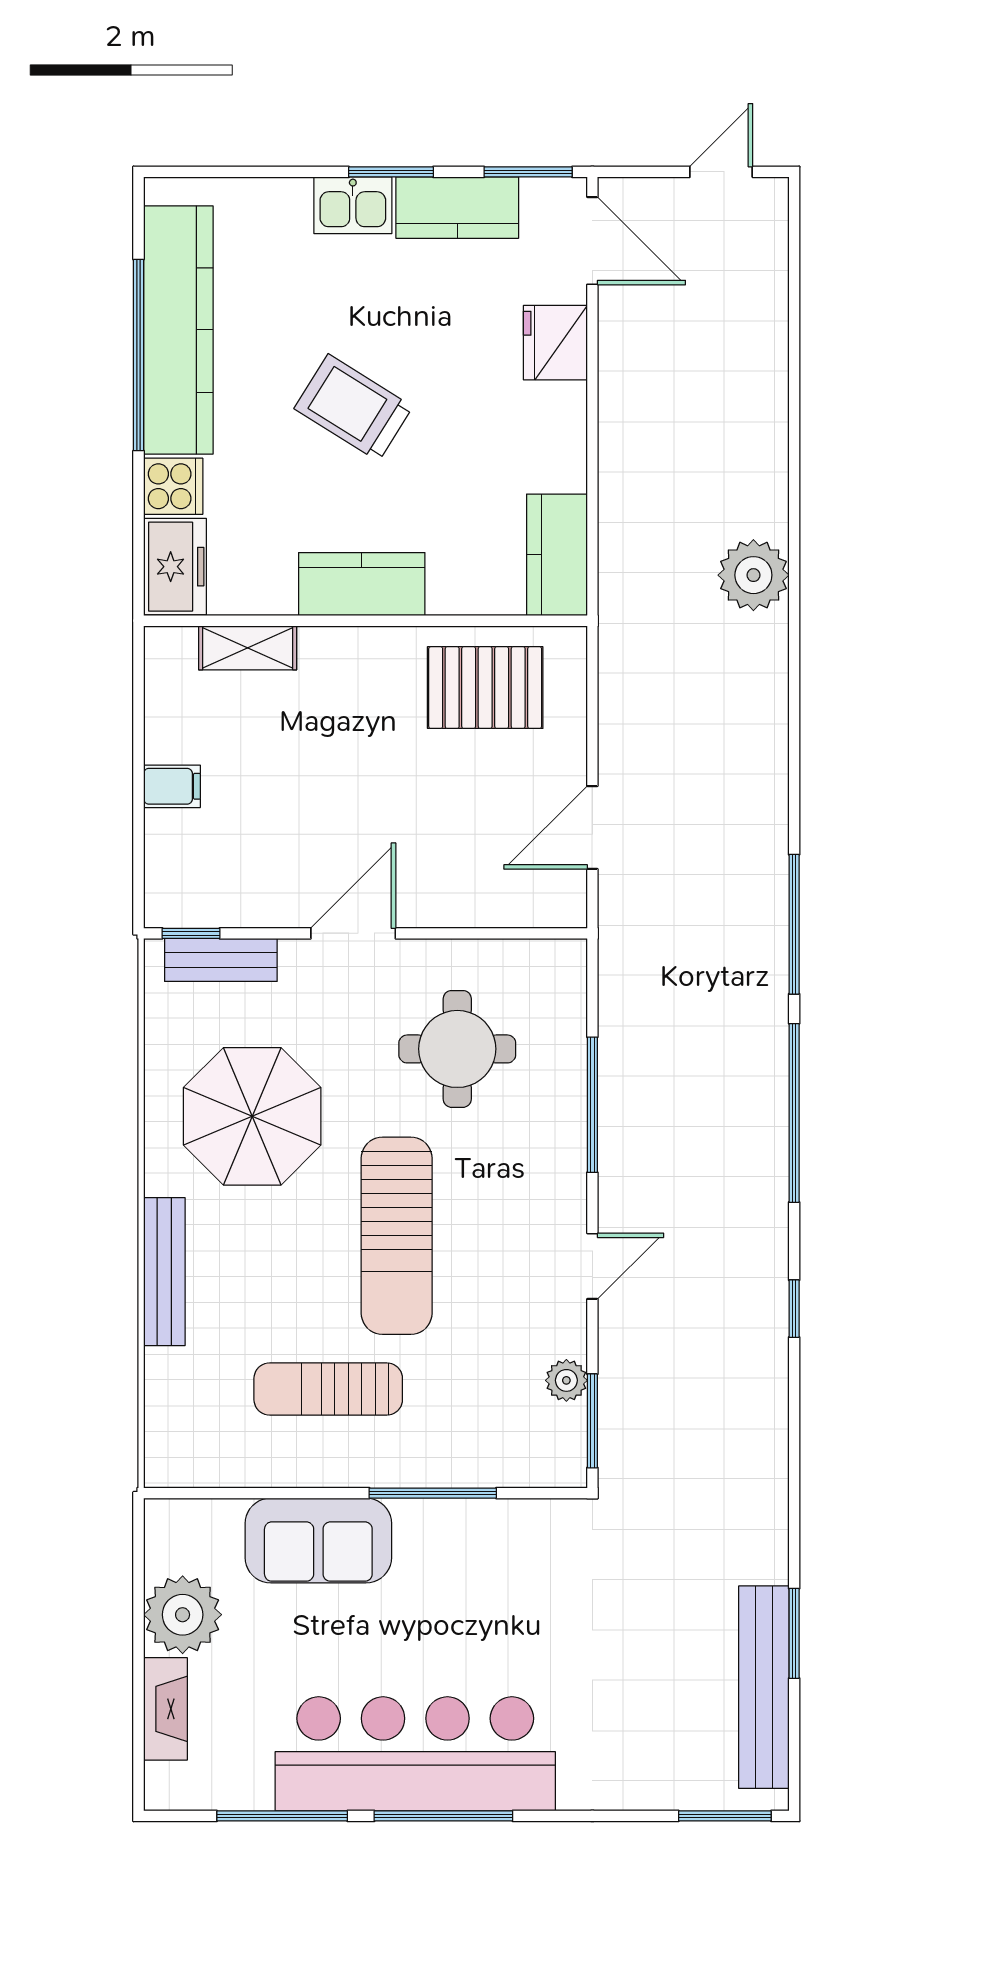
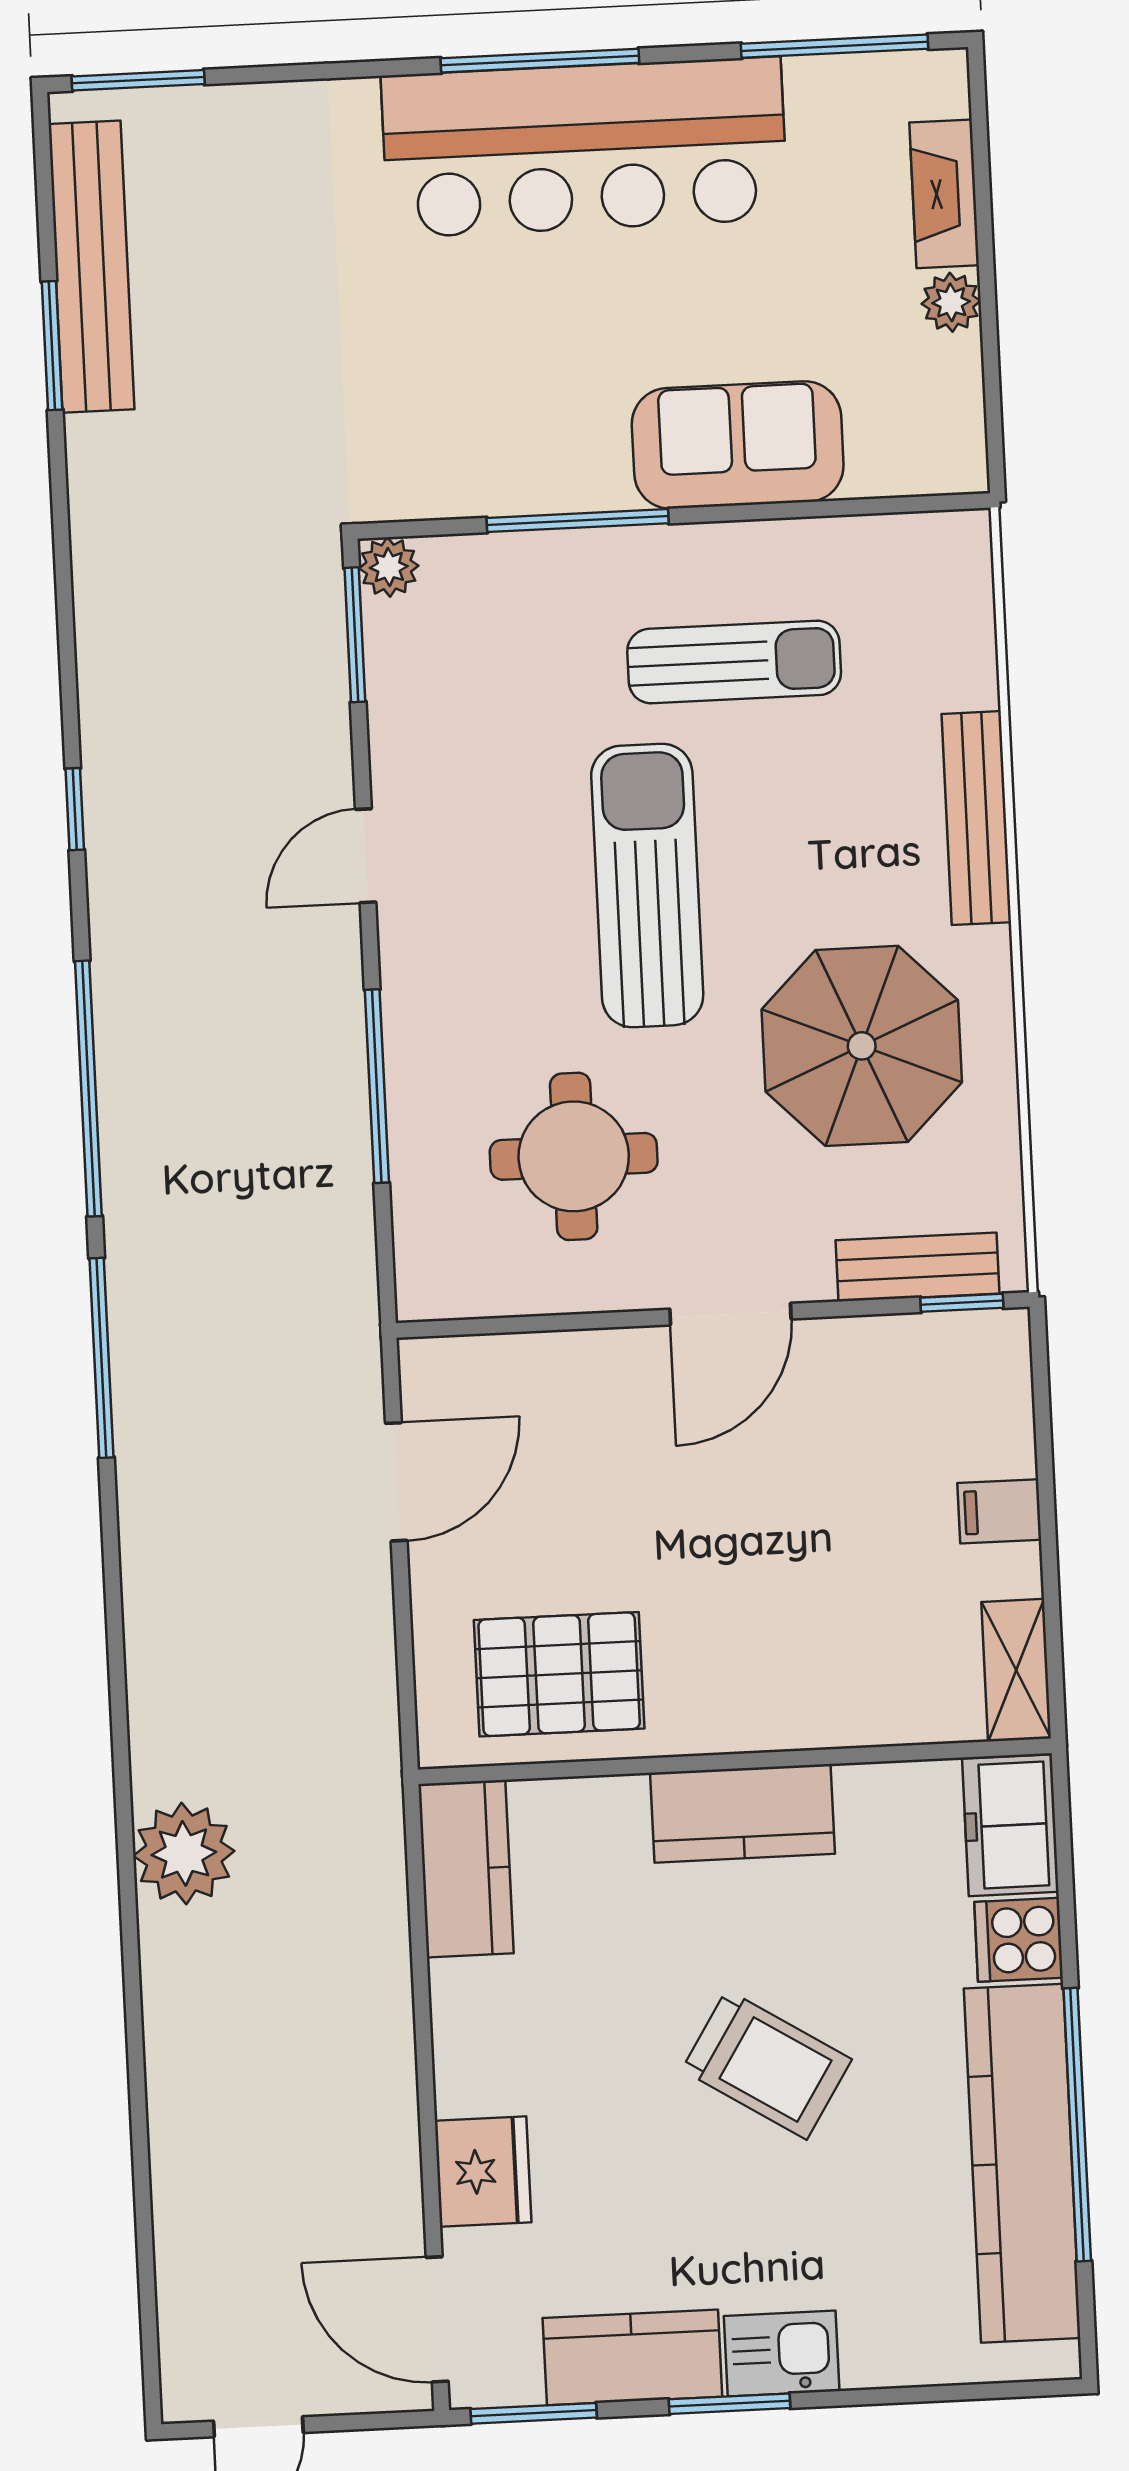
shelving: (248, 648) -> (1016, 1670), moved, turned 90
plant: (566, 1380) -> (389, 567), moved
plant: (183, 1615) -> (951, 302), width x0.53, depth x0.53
window: (282, 1816) -> (835, 46), moved

